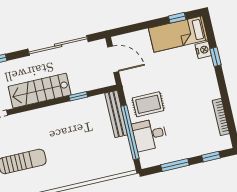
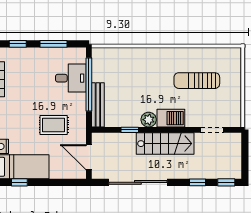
rug: (148, 104) -> (54, 125), moved
plant: (62, 111) -> (149, 120), added
barbecue: (40, 118) -> (171, 118), added

